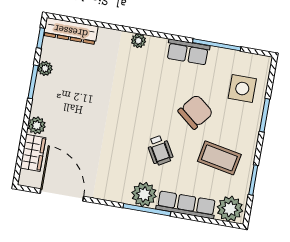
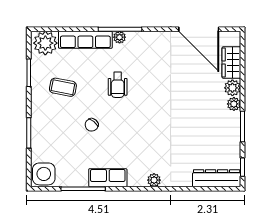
plant: (45, 68) -> (234, 104), moved
side table: (242, 89) -> (44, 174), moved
chair: (195, 112) -> (92, 125), width x0.54, depth x0.54
wheelchair: (160, 150) -> (118, 85), turned -150
coffee table: (219, 158) -> (63, 87), width x0.73, depth x0.77
plant: (144, 194) -> (120, 37), width x0.53, depth x0.53

